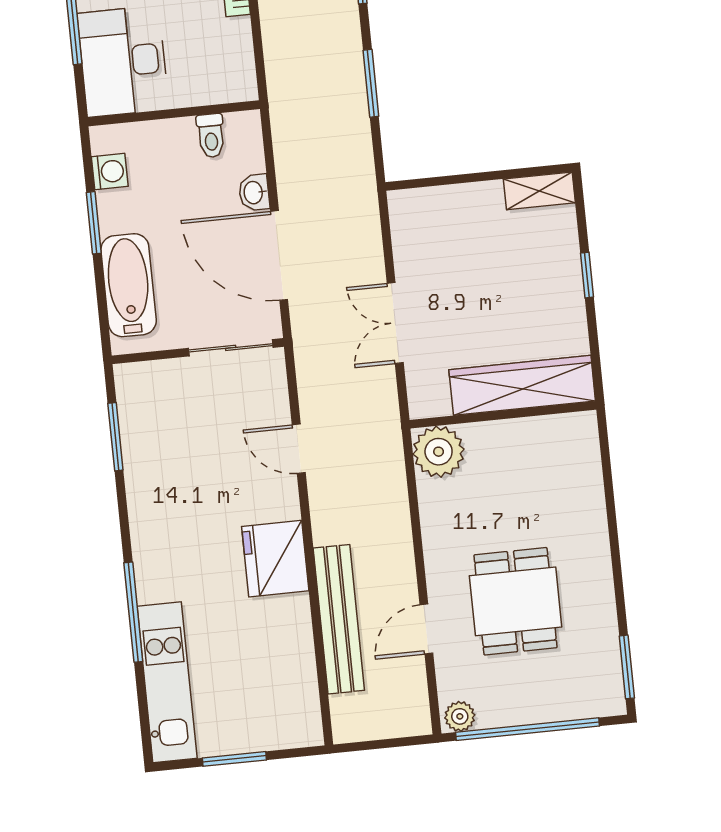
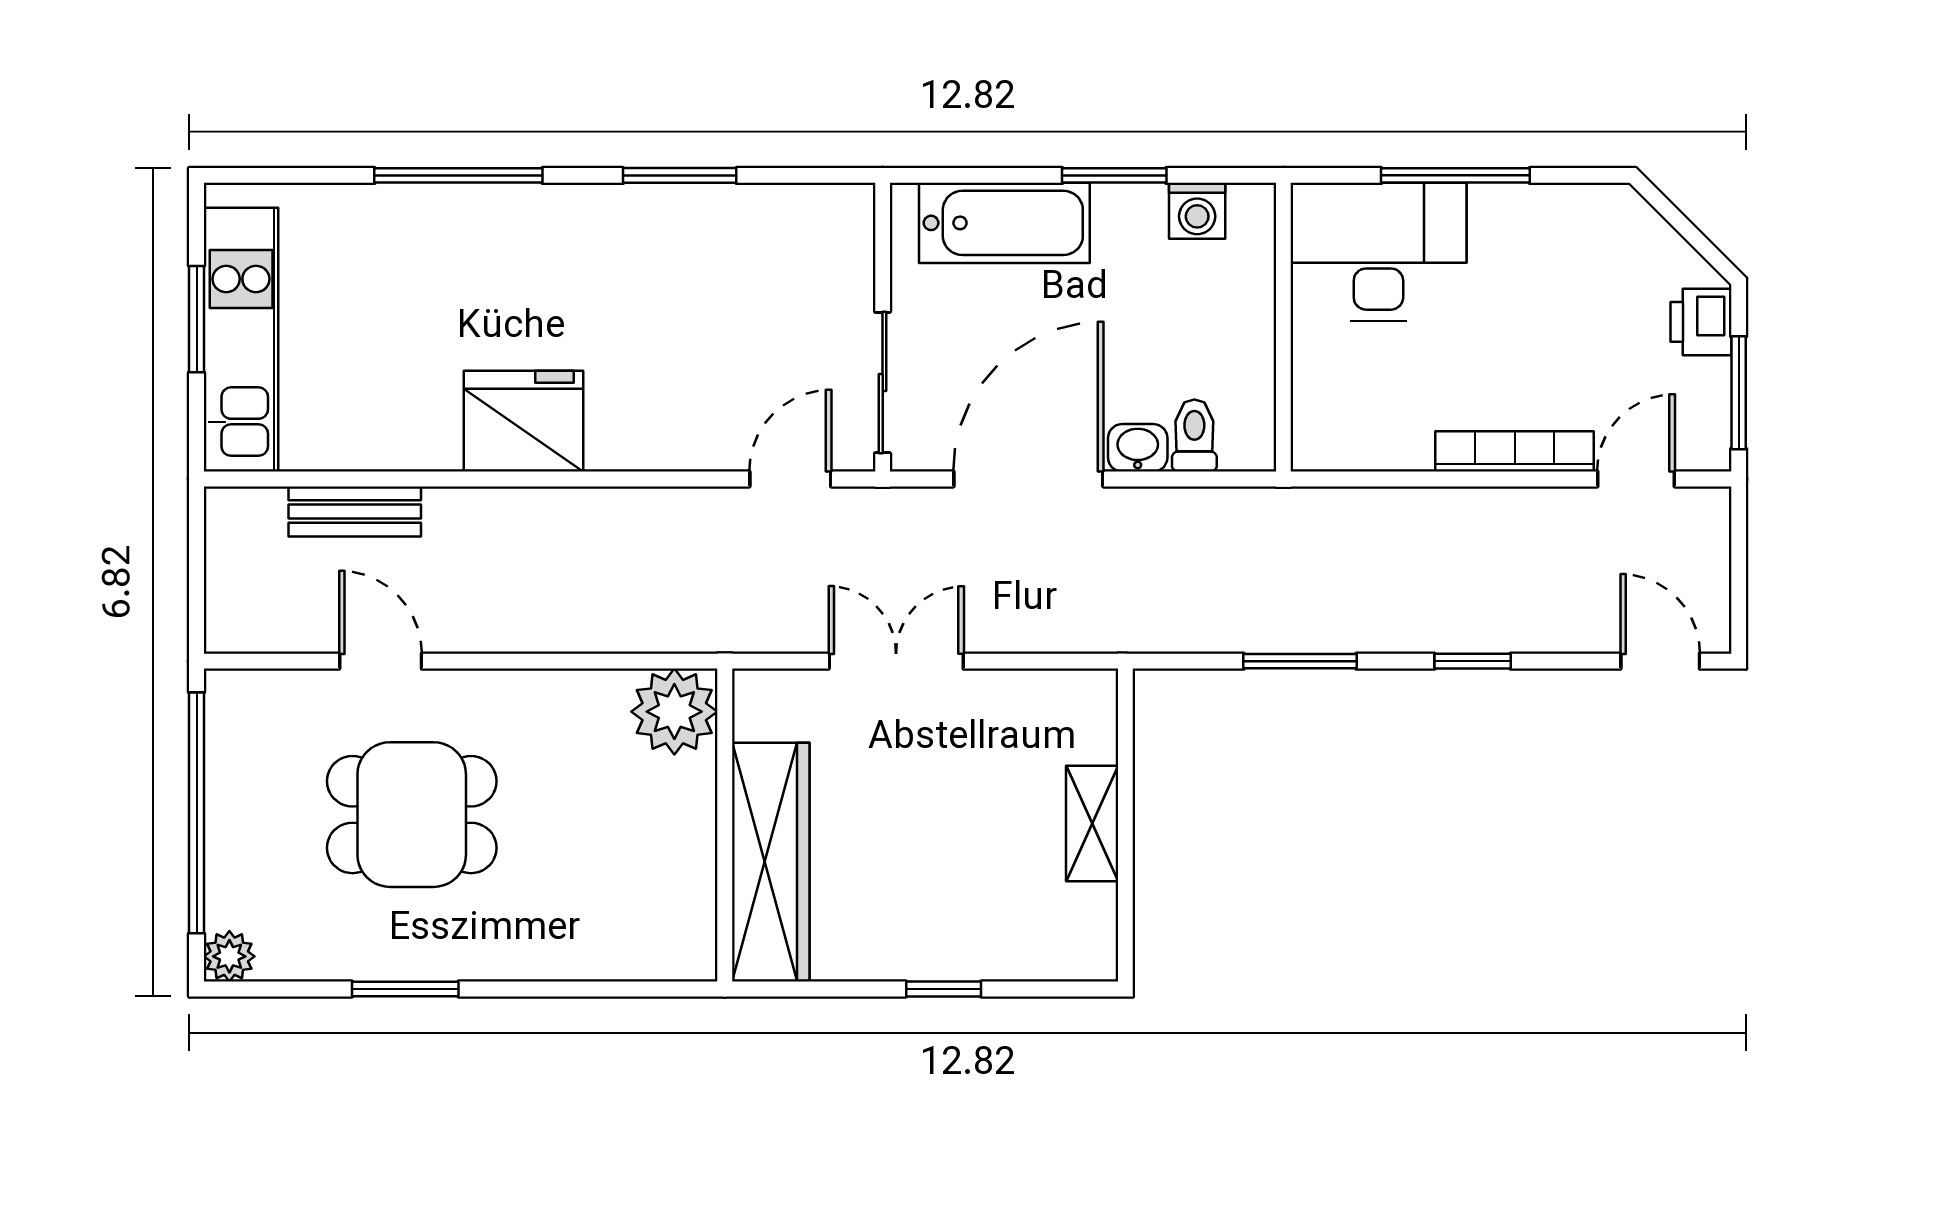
toilet: (211, 136) -> (1194, 435), moved, turned 90
shelving: (539, 191) -> (1092, 824), moved
window: (115, 437) -> (680, 175), moved
door: (299, 449) -> (790, 479), moved
bench: (339, 619) -> (355, 511), width x0.54, depth x0.82
window: (627, 667) -> (405, 989), moved
kitchen unit: (167, 682) -> (241, 340), moved, turned -90
plant: (460, 716) -> (229, 956), moved

